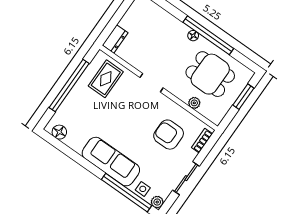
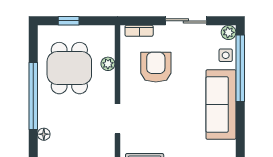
floor lamp: (193, 36) -> (44, 134), moved
window: (243, 97) -> (69, 21), width x0.67
armchair: (169, 135) -> (156, 67), turned 180

